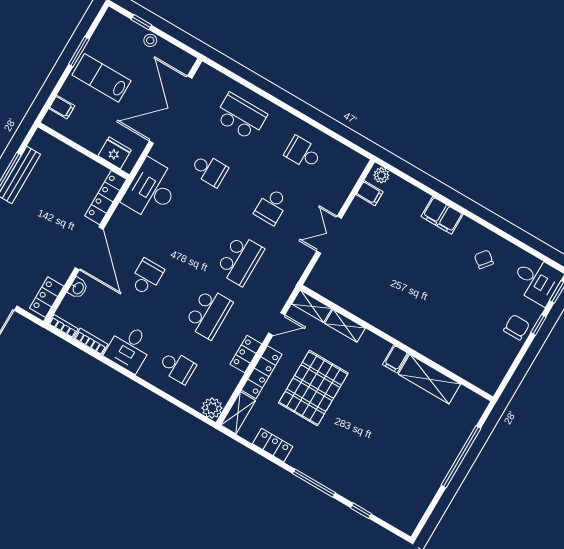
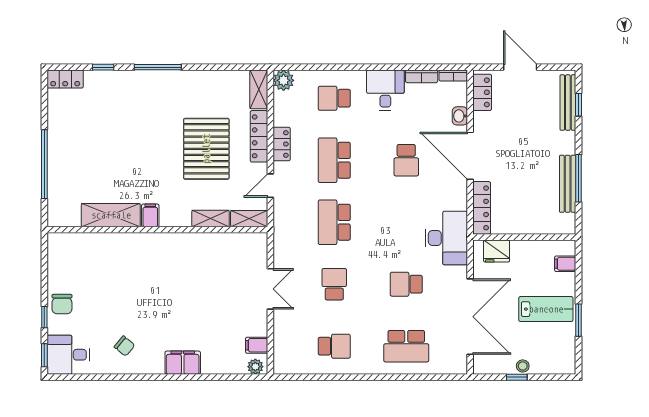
window: (141, 22) -> (517, 377), moved
locker: (273, 445) -> (65, 79), moved

